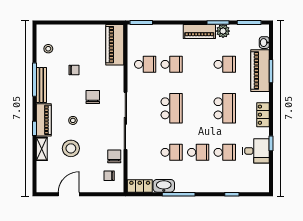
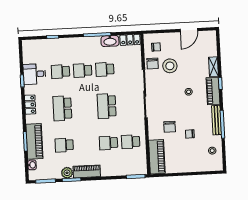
chair: (93, 97) -> (170, 127), moved
stool: (71, 148) -> (170, 66), moved

